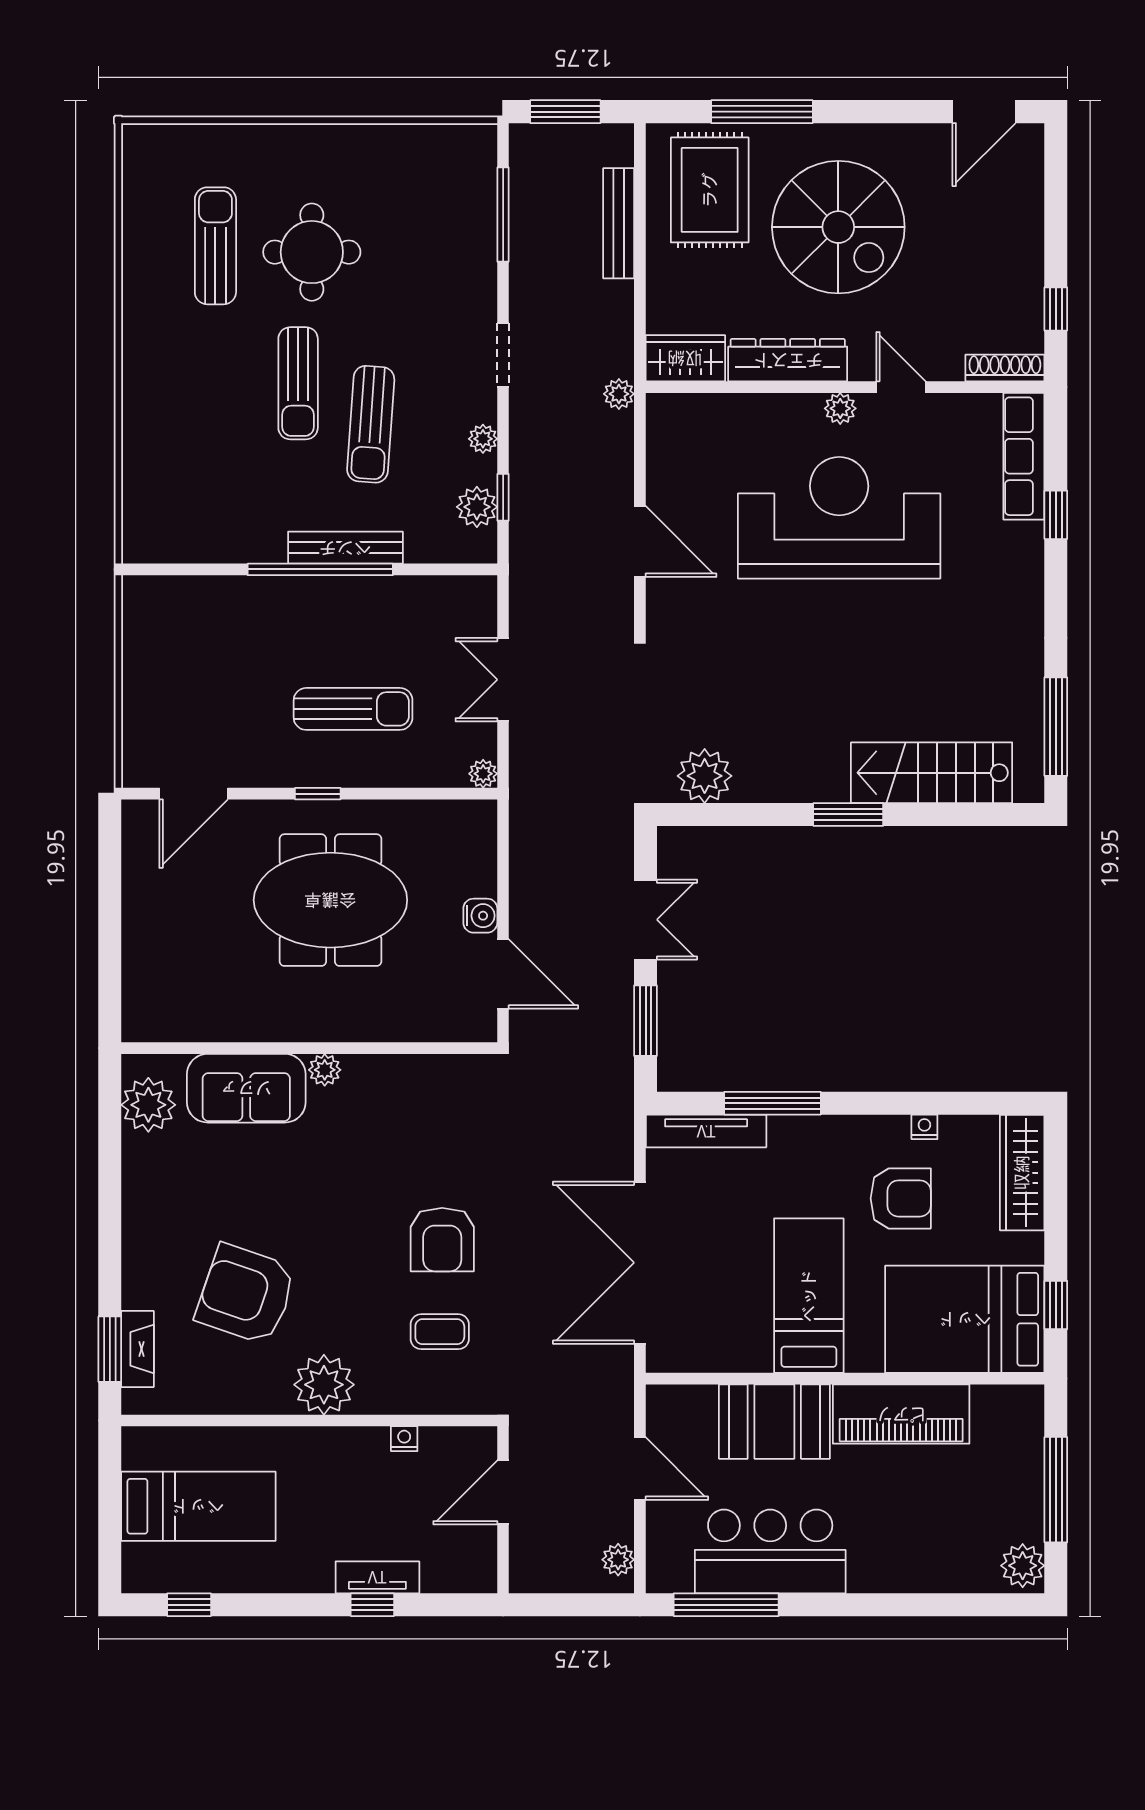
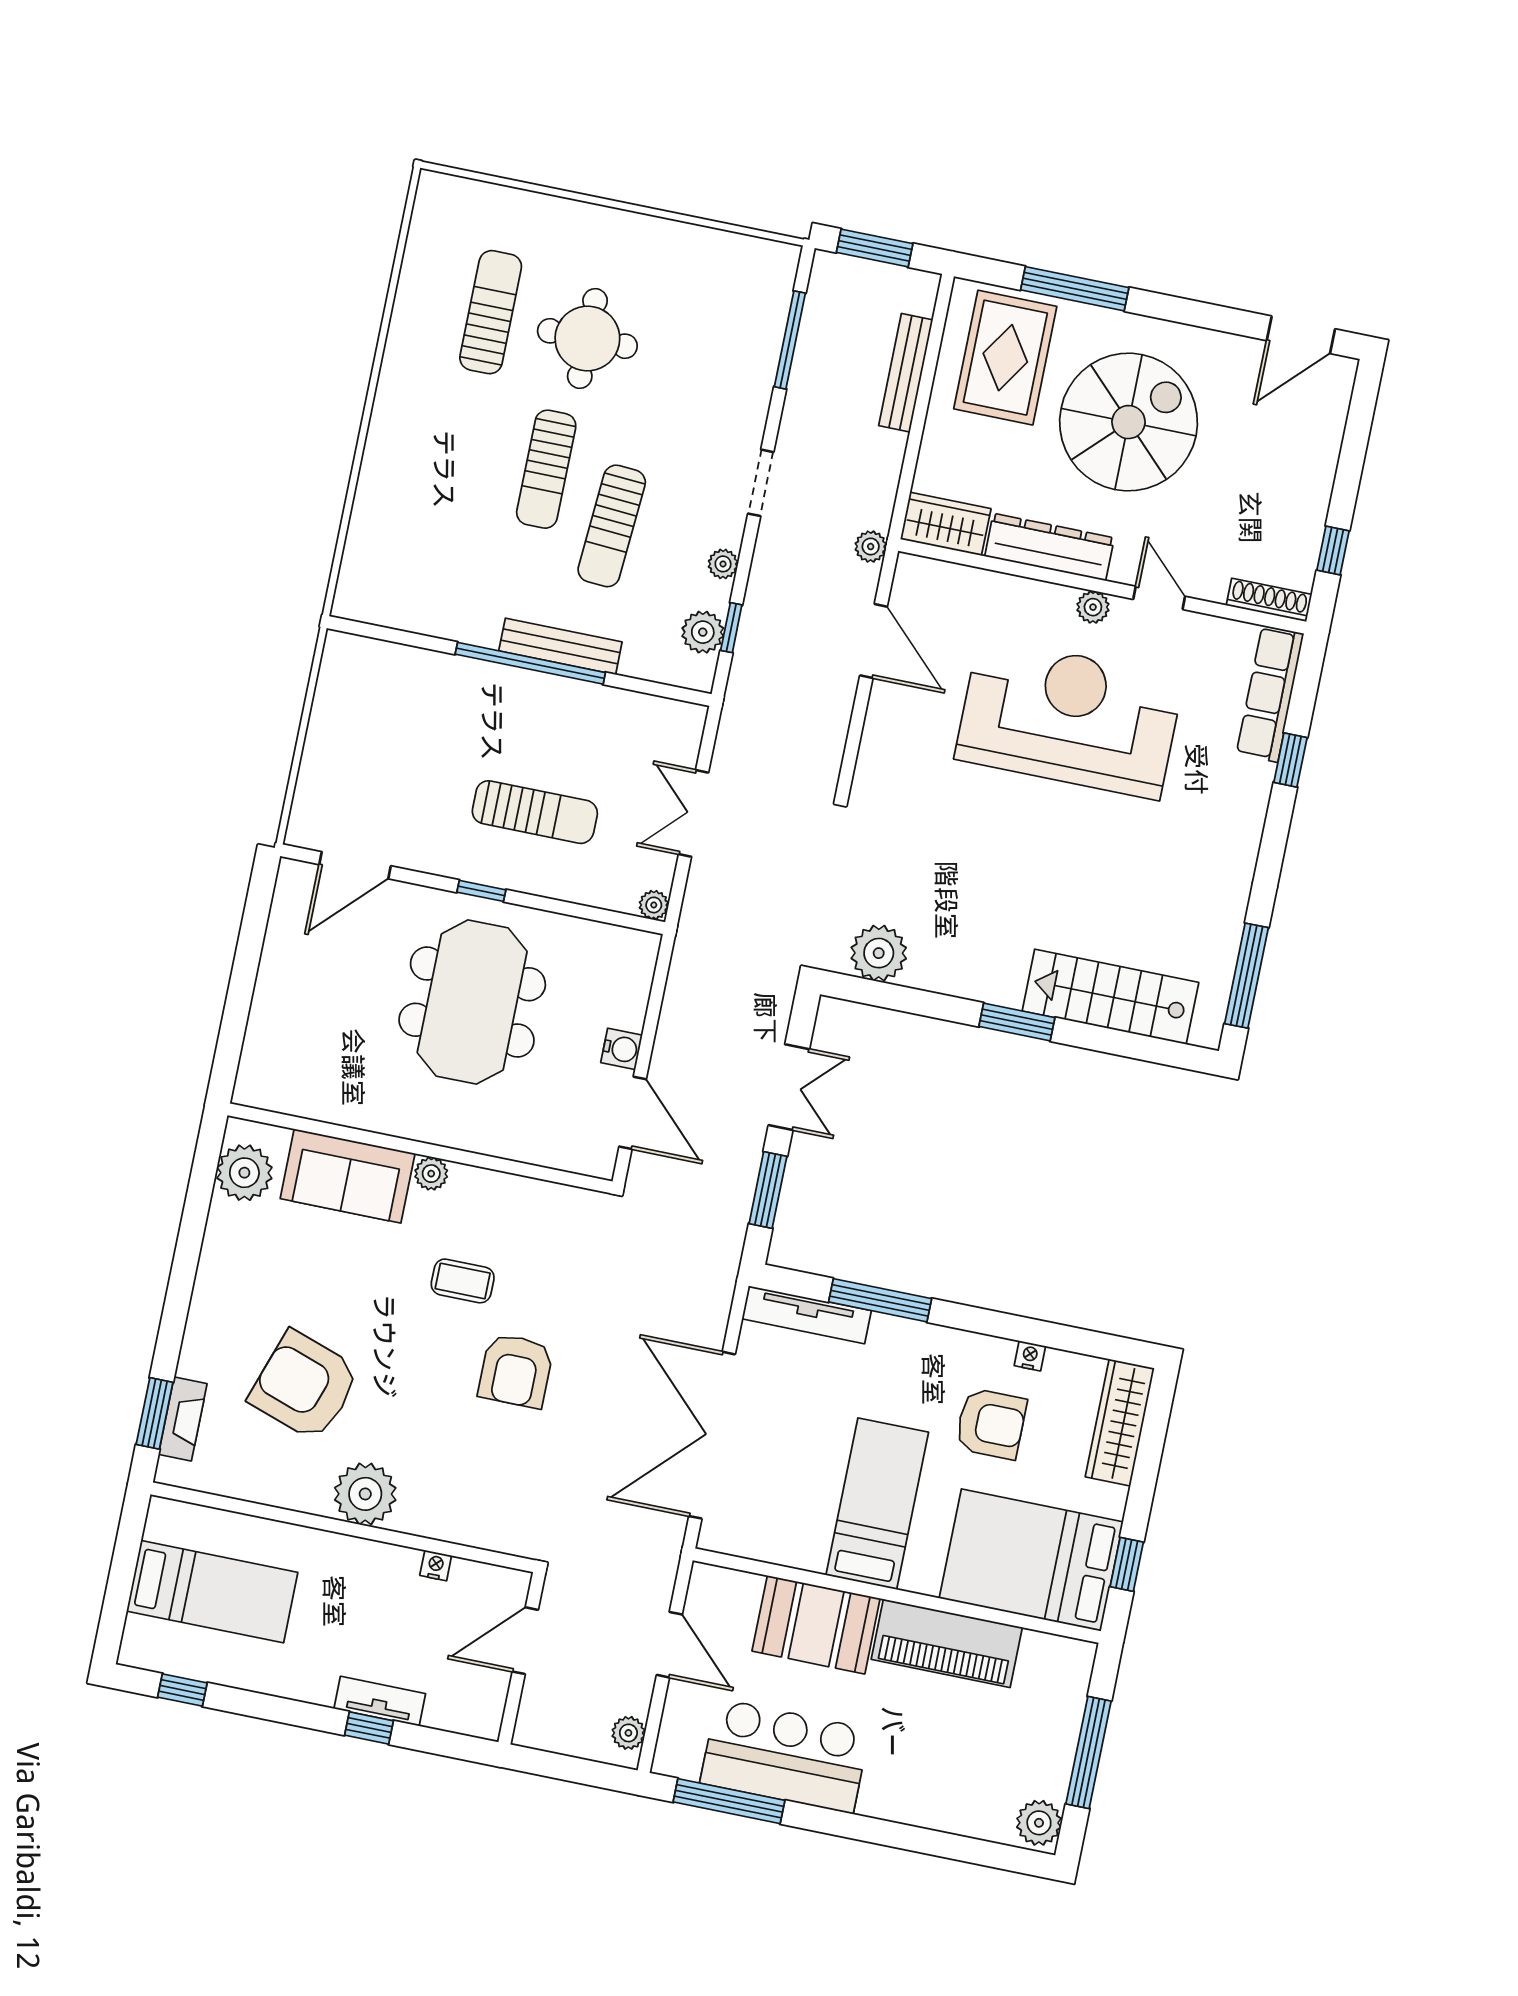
spiral stairs: (838, 227) -> (1129, 422), turned -90
door: (640, 541) -> (874, 641), moved
meeting table: (330, 900) -> (472, 1002), turned 90
coffee table: (440, 1332) -> (463, 1281), moved

